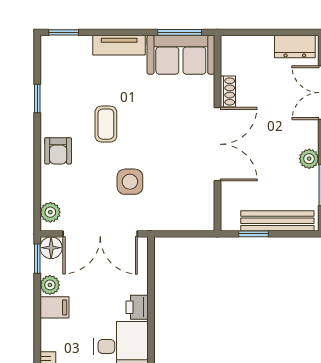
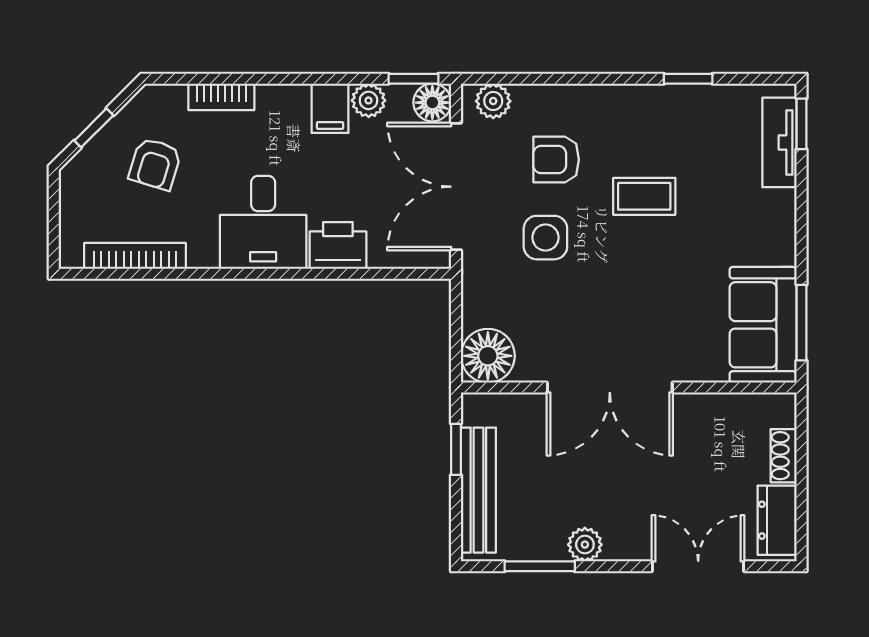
tv unit: (119, 45) -> (779, 142), moved
shoe rack: (228, 91) -> (784, 456), moved, turned 90
armchair: (58, 151) -> (556, 160), moved
floor lamp: (199, 215) -> (488, 356), added
printer: (137, 307) -> (338, 245), width x1.36, depth x1.24

